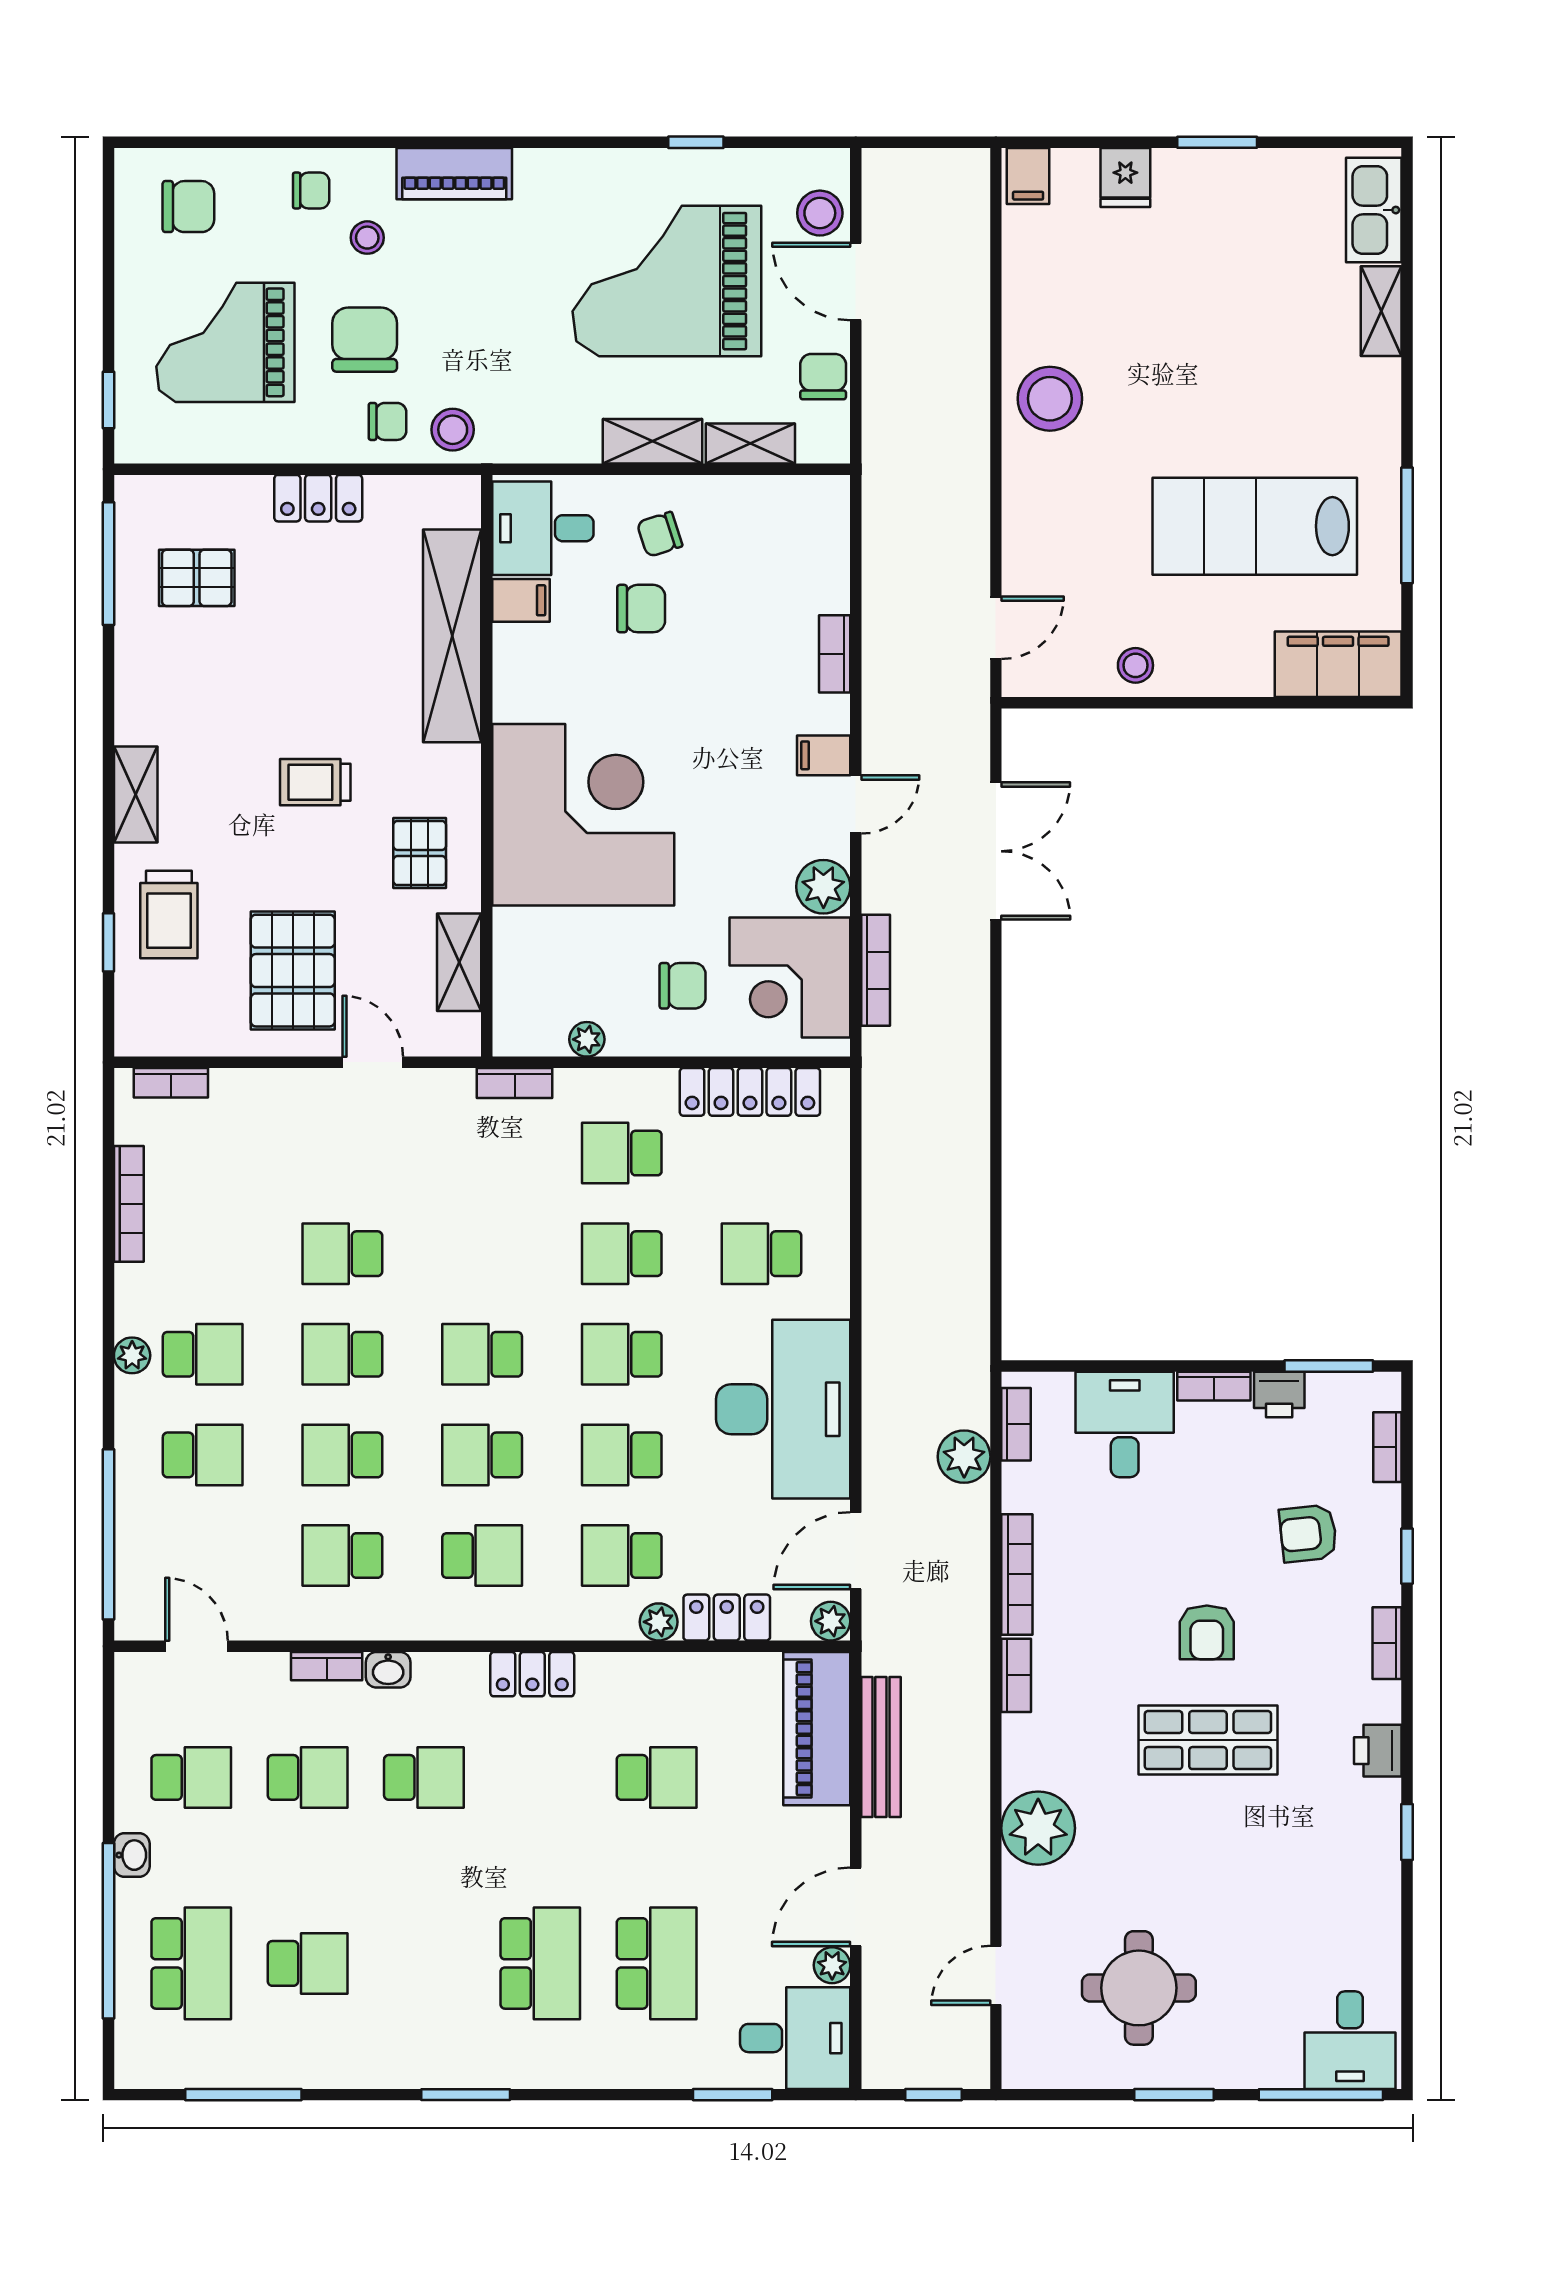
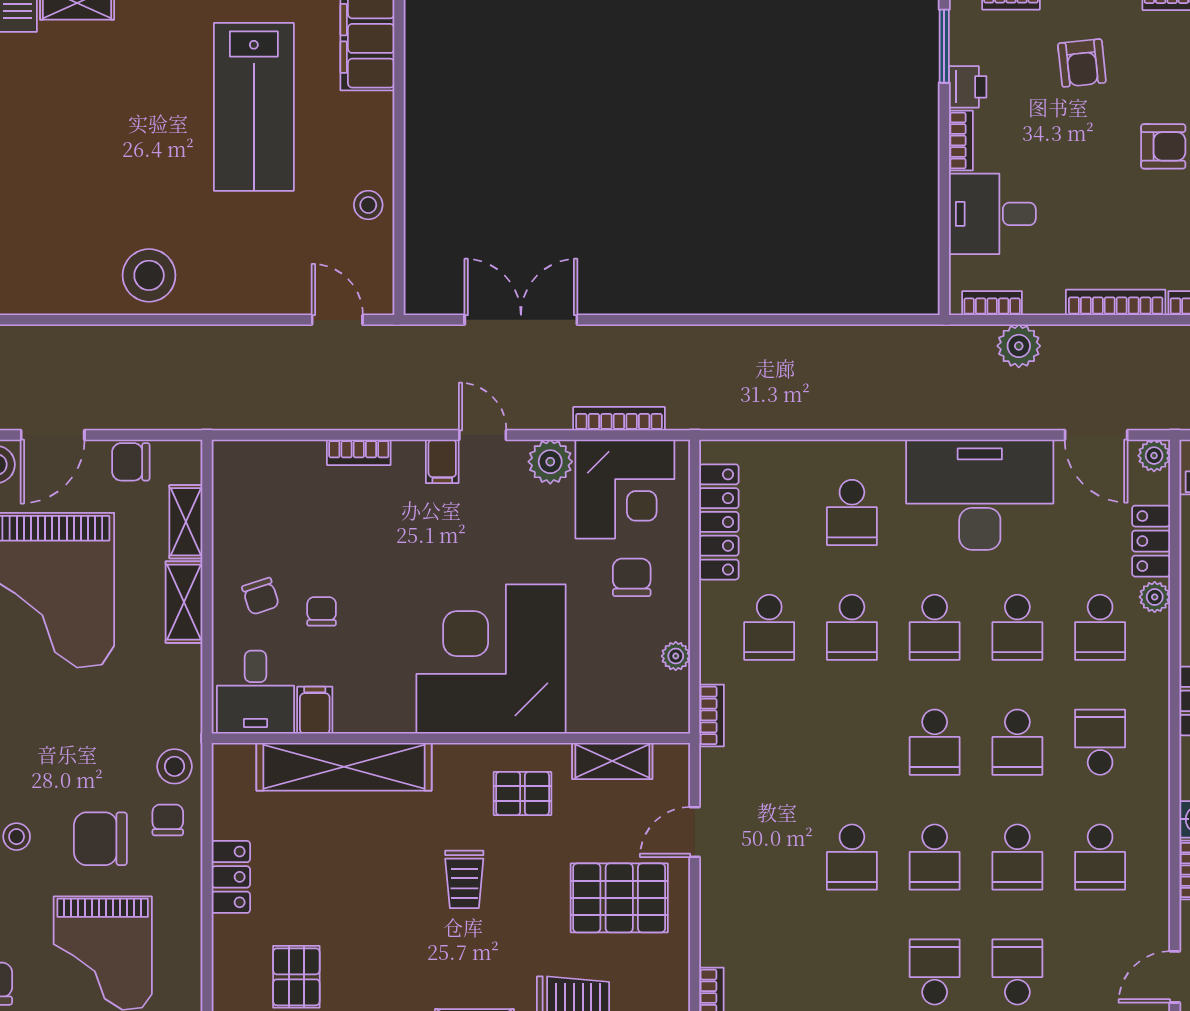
chair: (641, 609) -> (322, 611), width x0.73, depth x0.73

